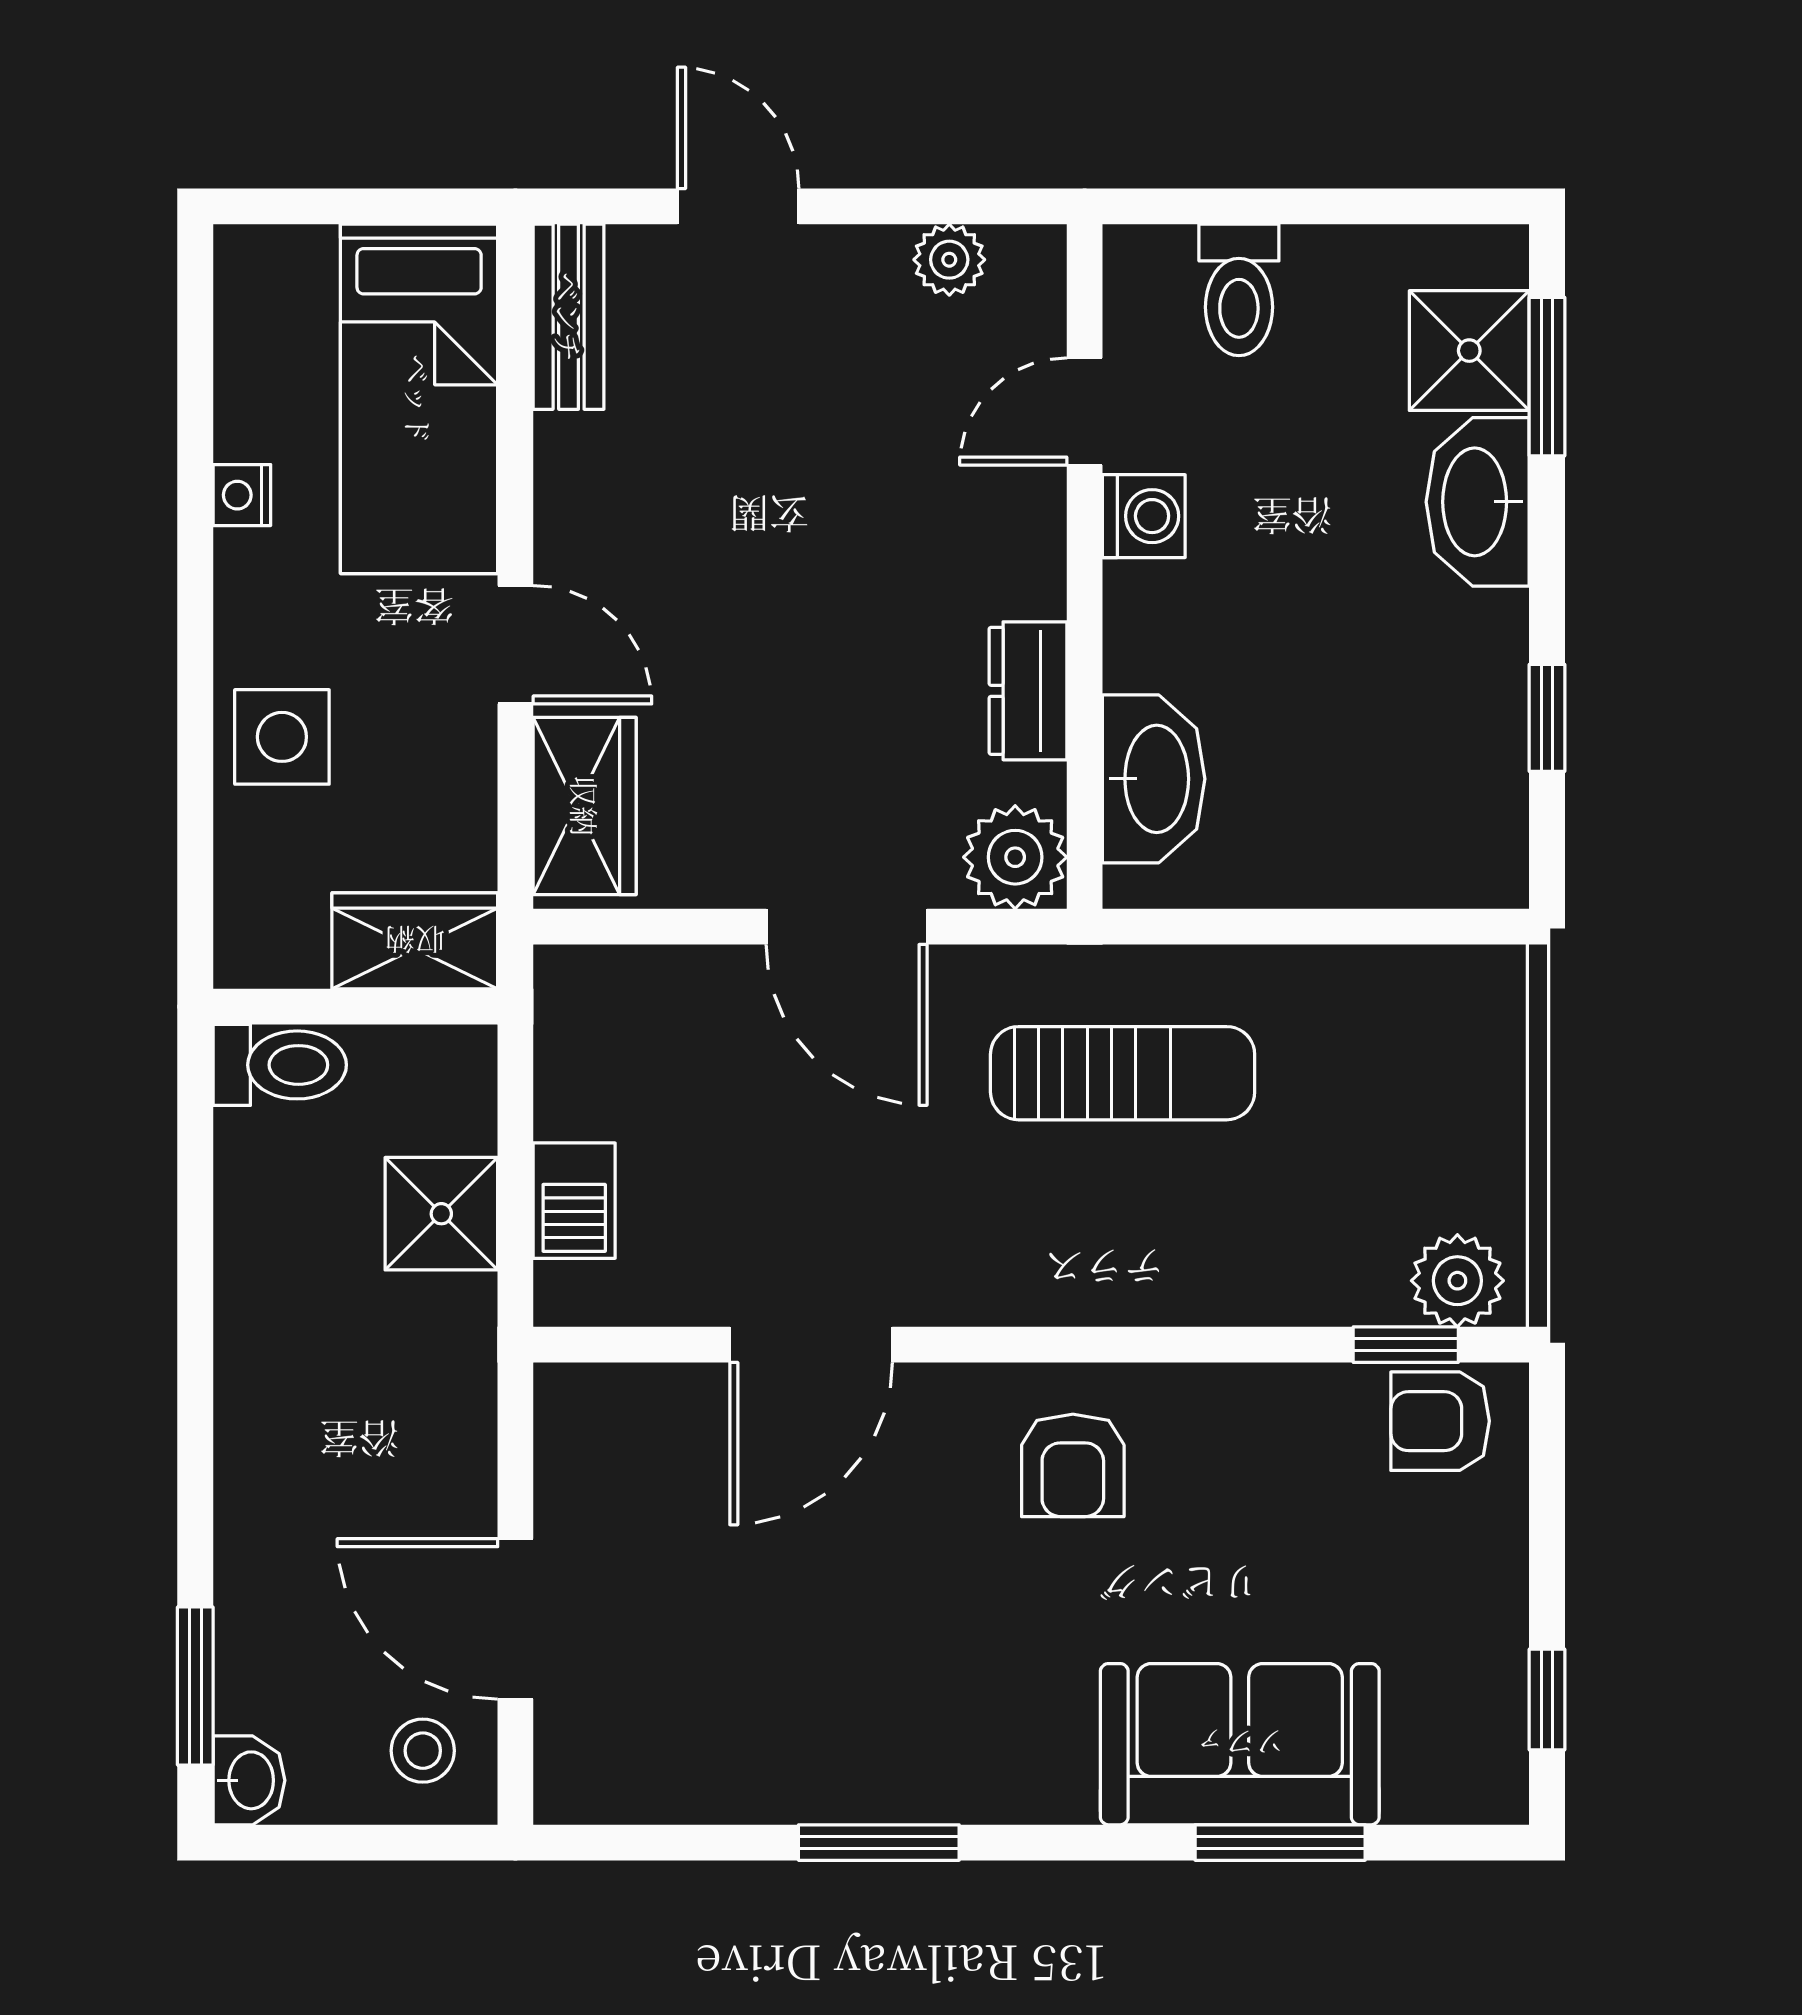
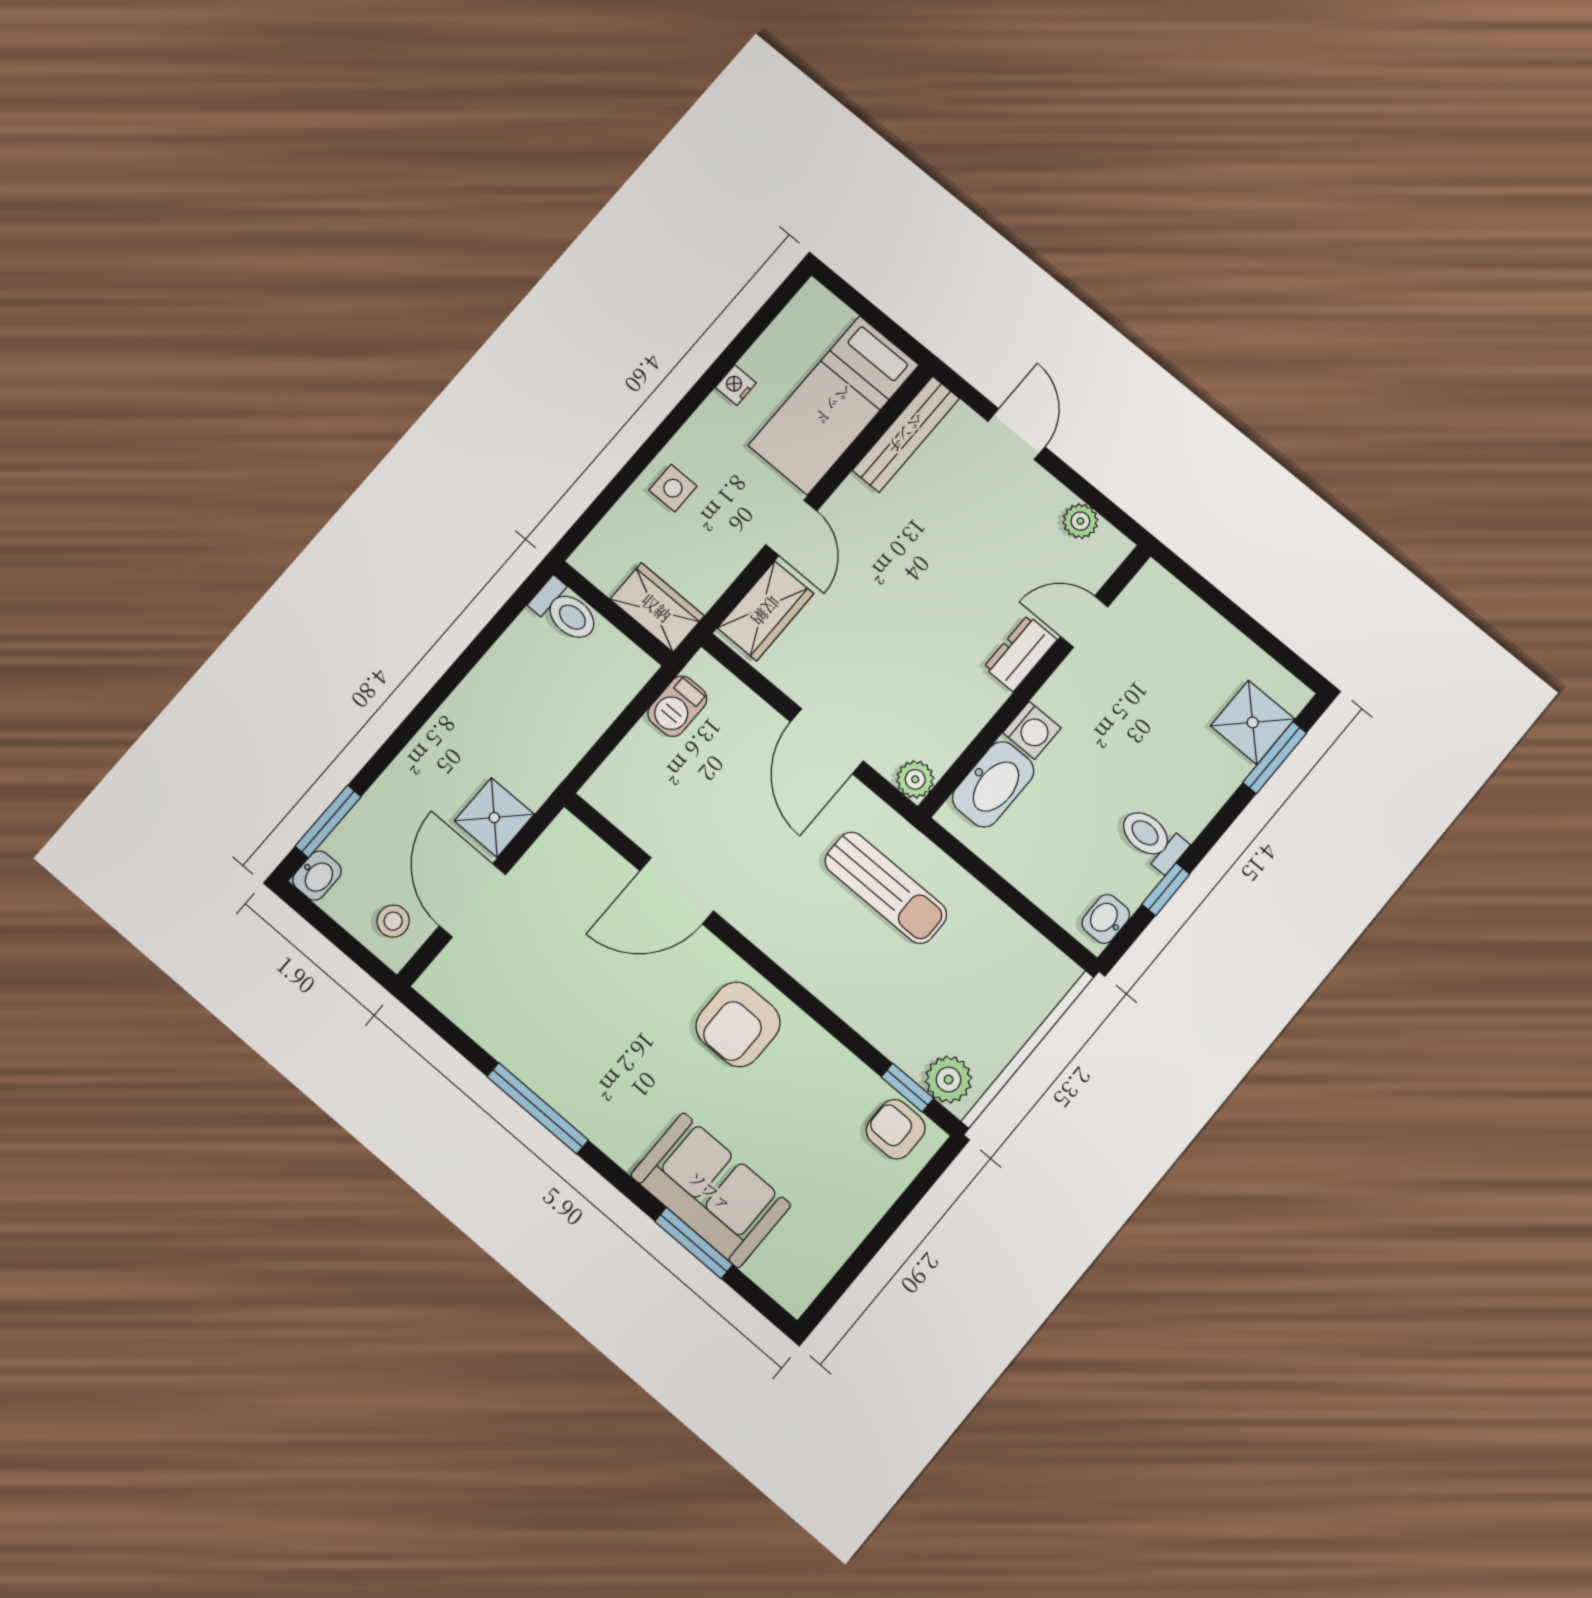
toilet: (1239, 290) -> (1152, 839), moved, turned 90
bench: (569, 317) -> (906, 434), width x1.36
washbasin: (1478, 502) -> (1106, 919), moved, width x0.52, depth x0.69
washing machine: (1144, 516) -> (1032, 730), moved
dresser: (1028, 691) -> (1020, 653), moved
side table: (282, 737) -> (673, 488), width x0.73, depth x0.73
plant: (1015, 857) -> (915, 779), width x0.73, depth x0.73
barbecue: (574, 1201) -> (677, 706), moved
shower: (441, 1214) -> (494, 818), moved
armchair: (1073, 1465) -> (738, 1024), width x1.38, depth x1.38
window: (1547, 1699) -> (846, 1276), removed
window: (879, 1843) -> (538, 1108), width x1.44

